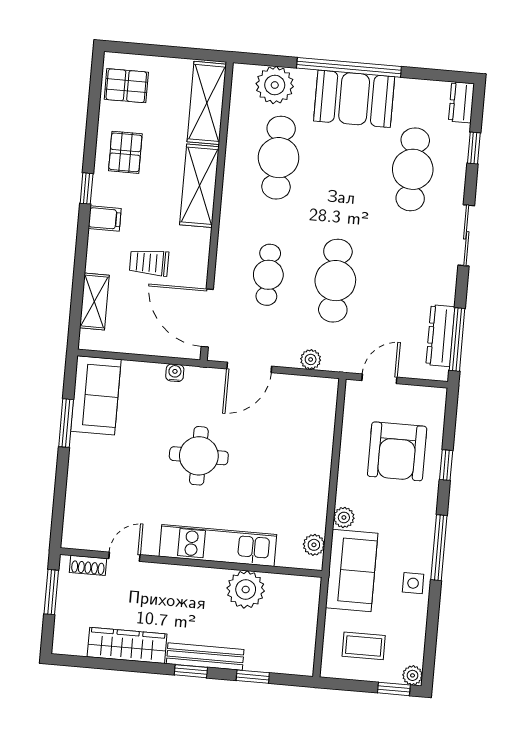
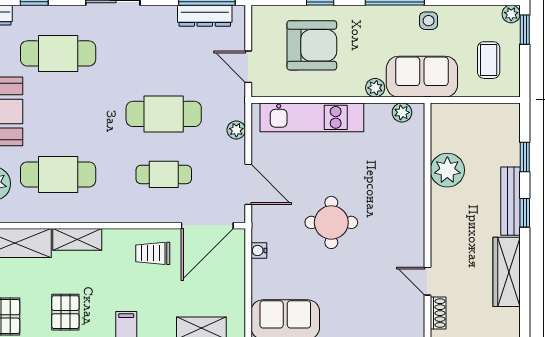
pallet: (125, 152) -> (65, 312), turned 90
shelving: (199, 186) -> (77, 239), width x0.67, depth x0.75
trolley: (149, 263) -> (153, 253), moved, turned 90
kitchen unit: (218, 545) -> (312, 117), moved, turned -90

